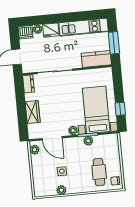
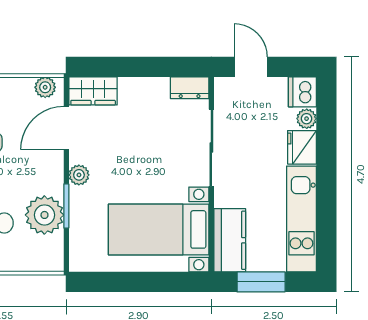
window: (120, 109) -> (116, 282), removed
bed with nightstands: (96, 110) -> (159, 229), moved, turned 180
wardrobe: (33, 112) -> (93, 91), moved
plant: (88, 141) -> (44, 215), width x1.87, depth x1.87

